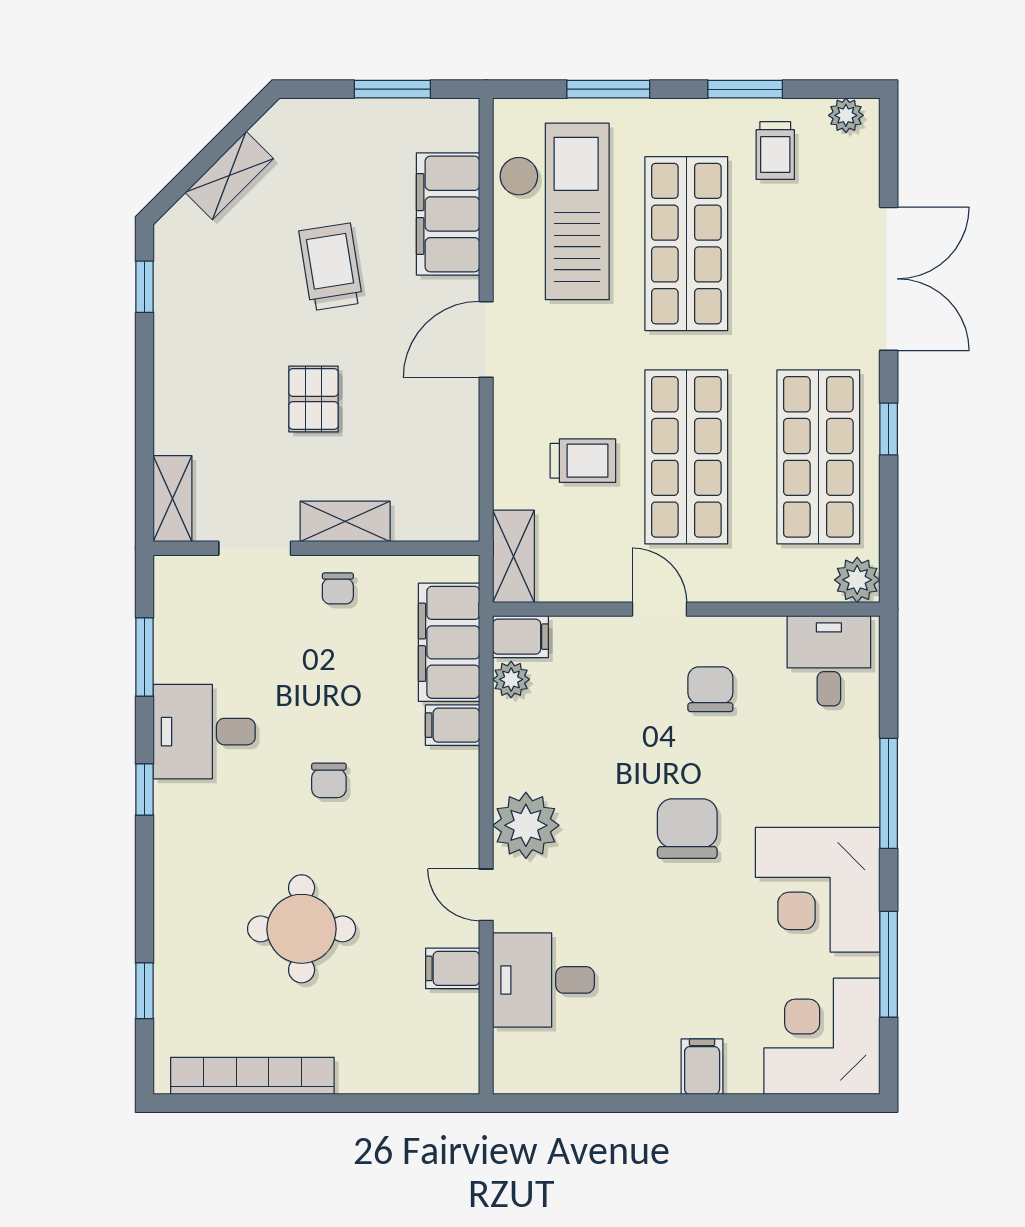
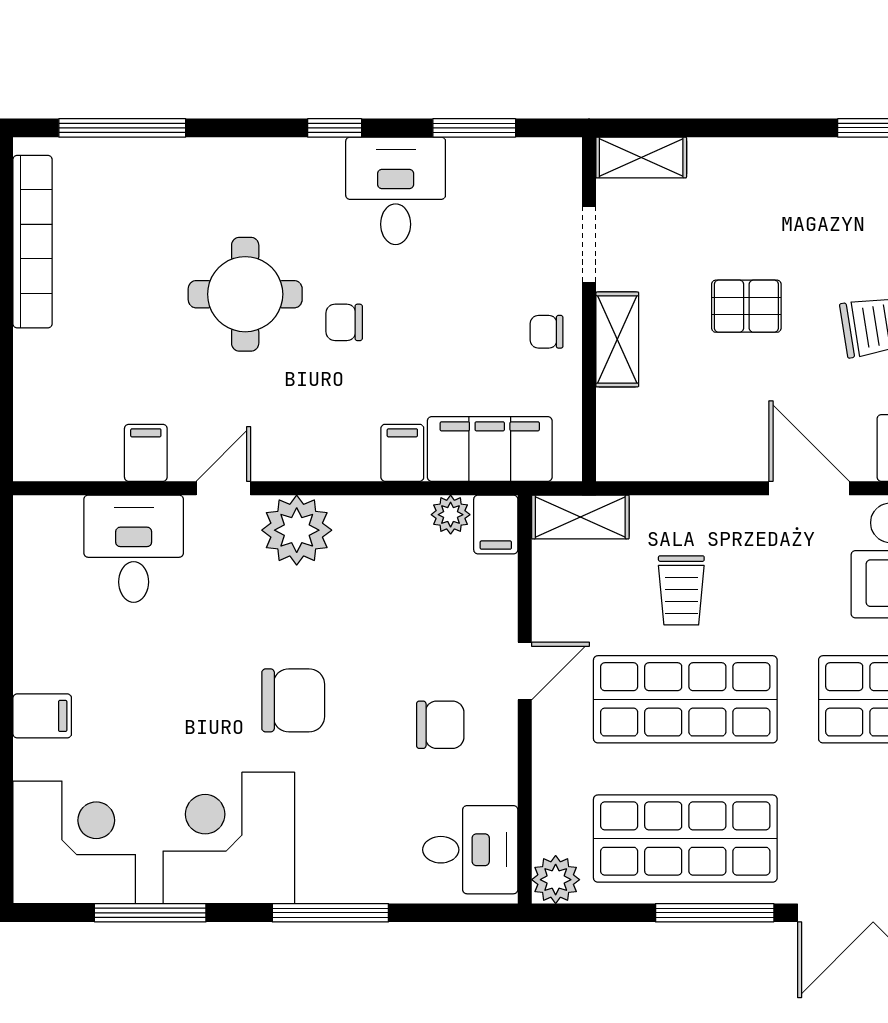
window: (889, 429) -> (715, 913), width x2.17
round table: (302, 929) -> (245, 294), moved
window: (144, 991) -> (122, 128), width x2.17

